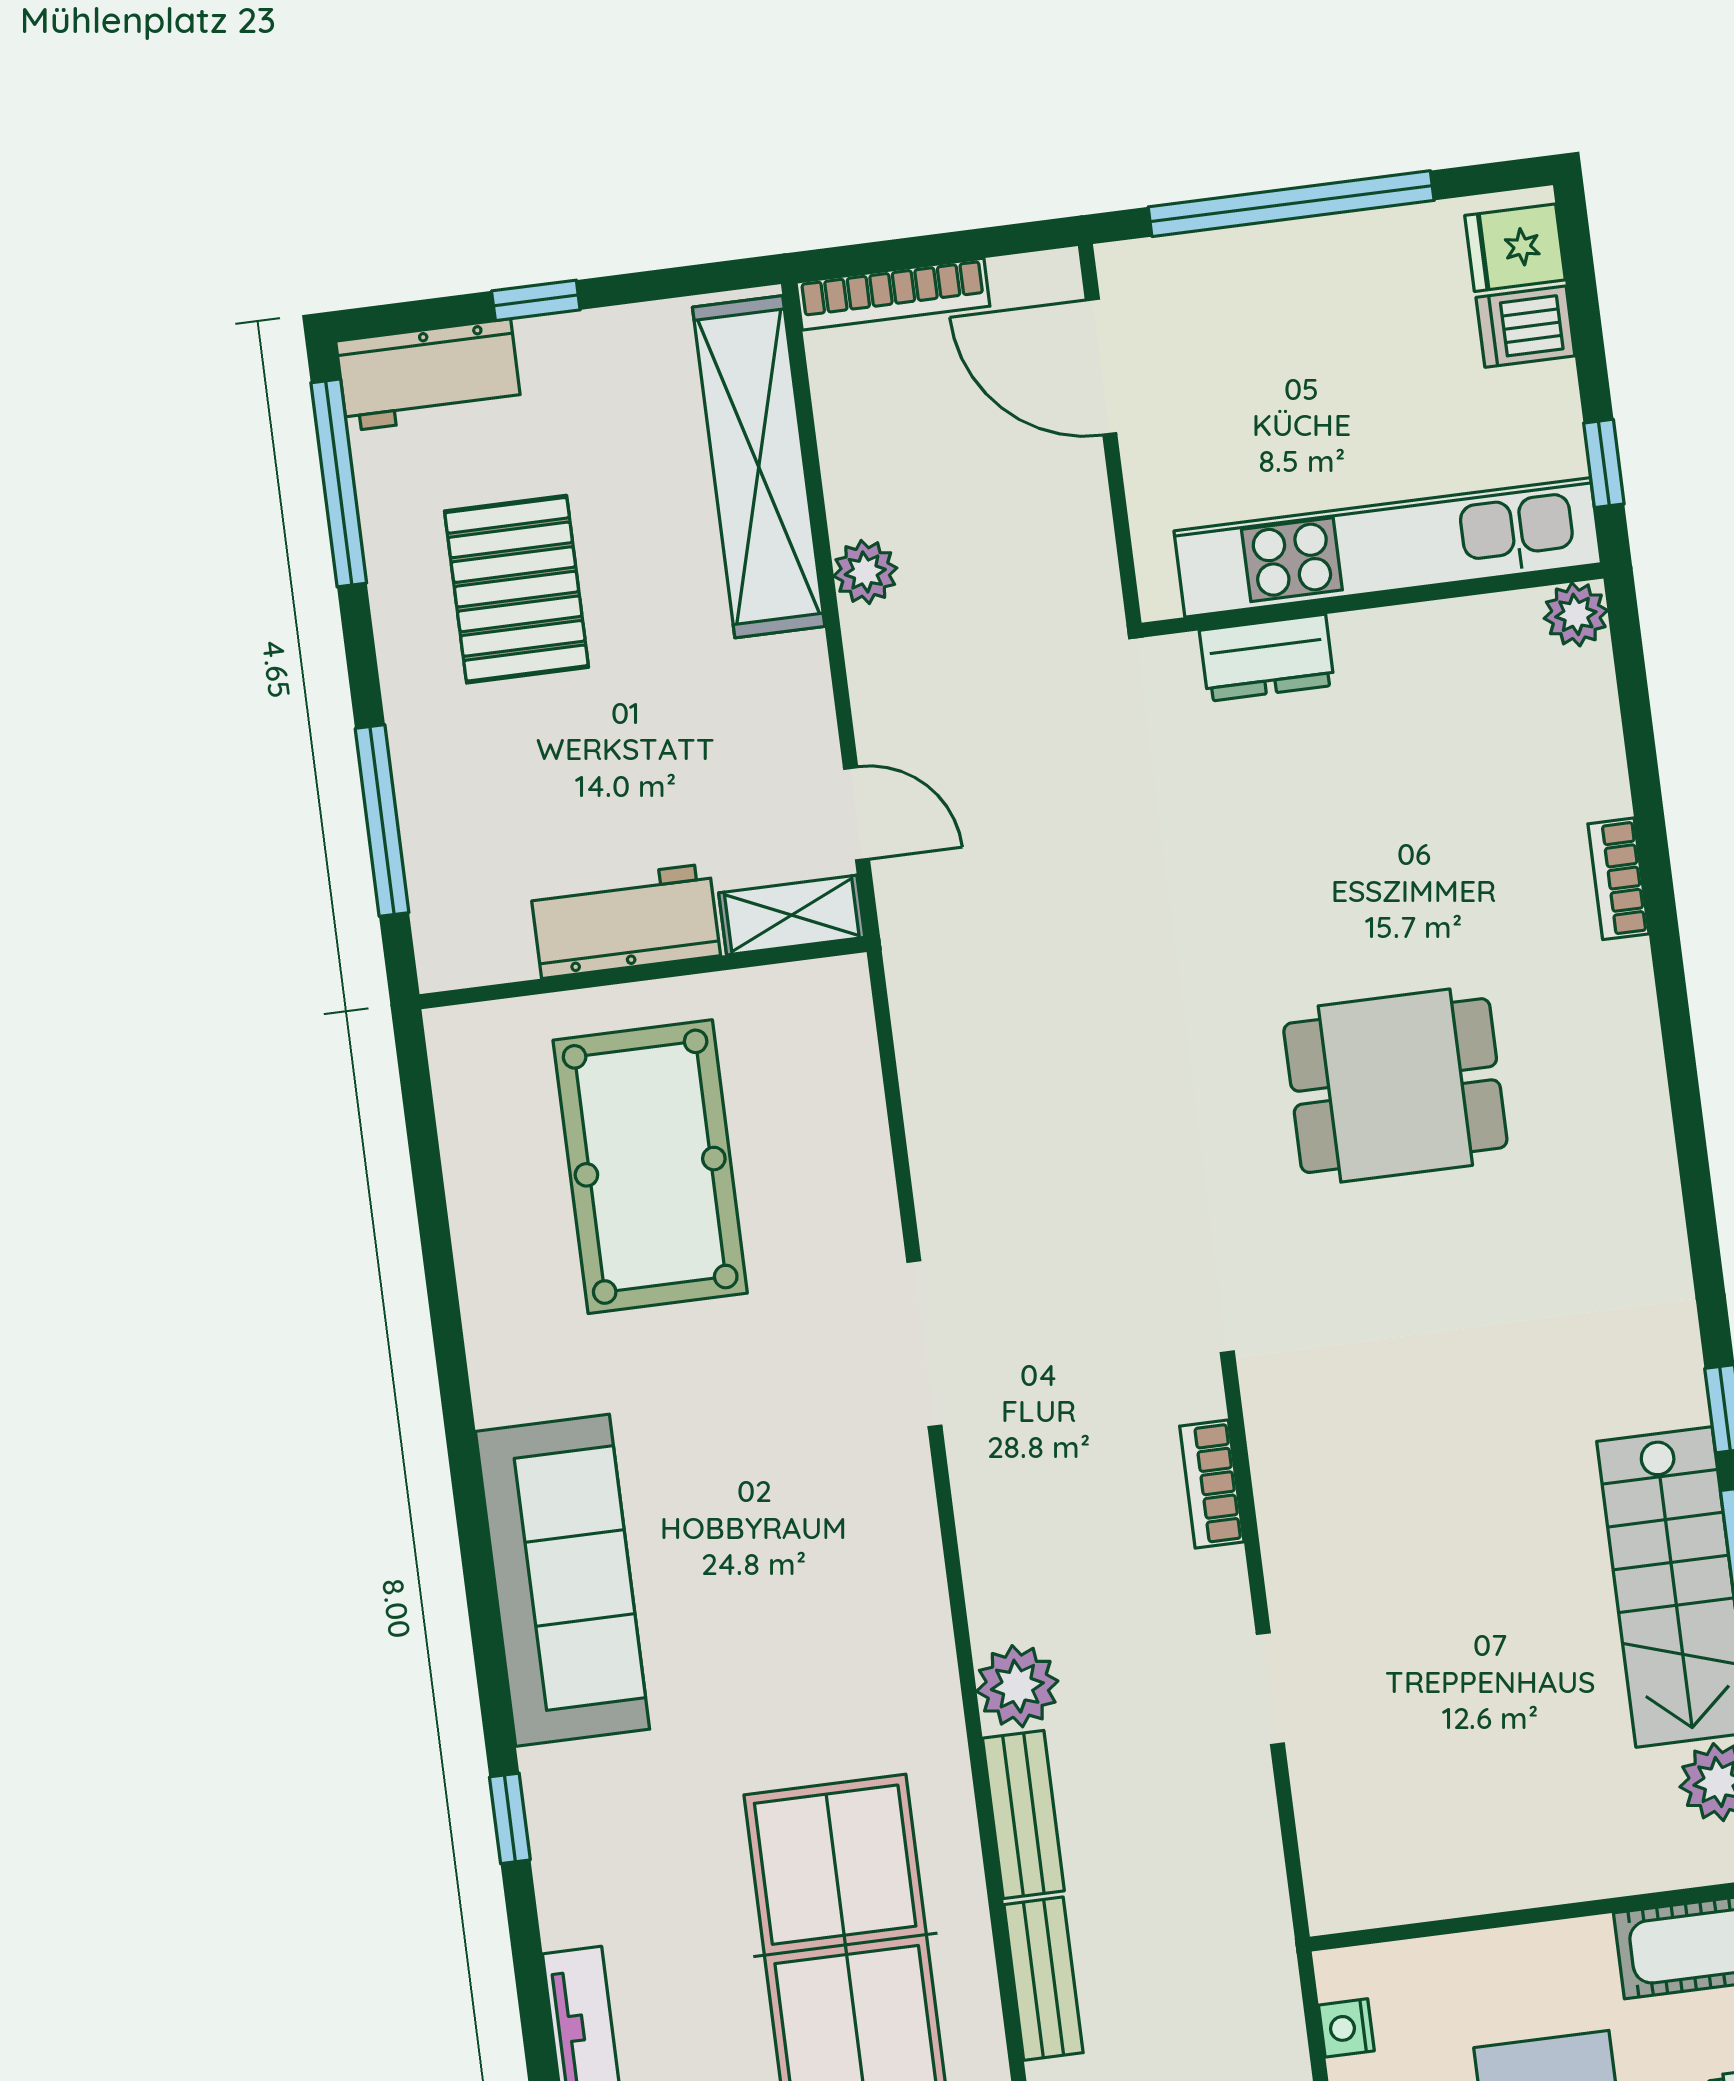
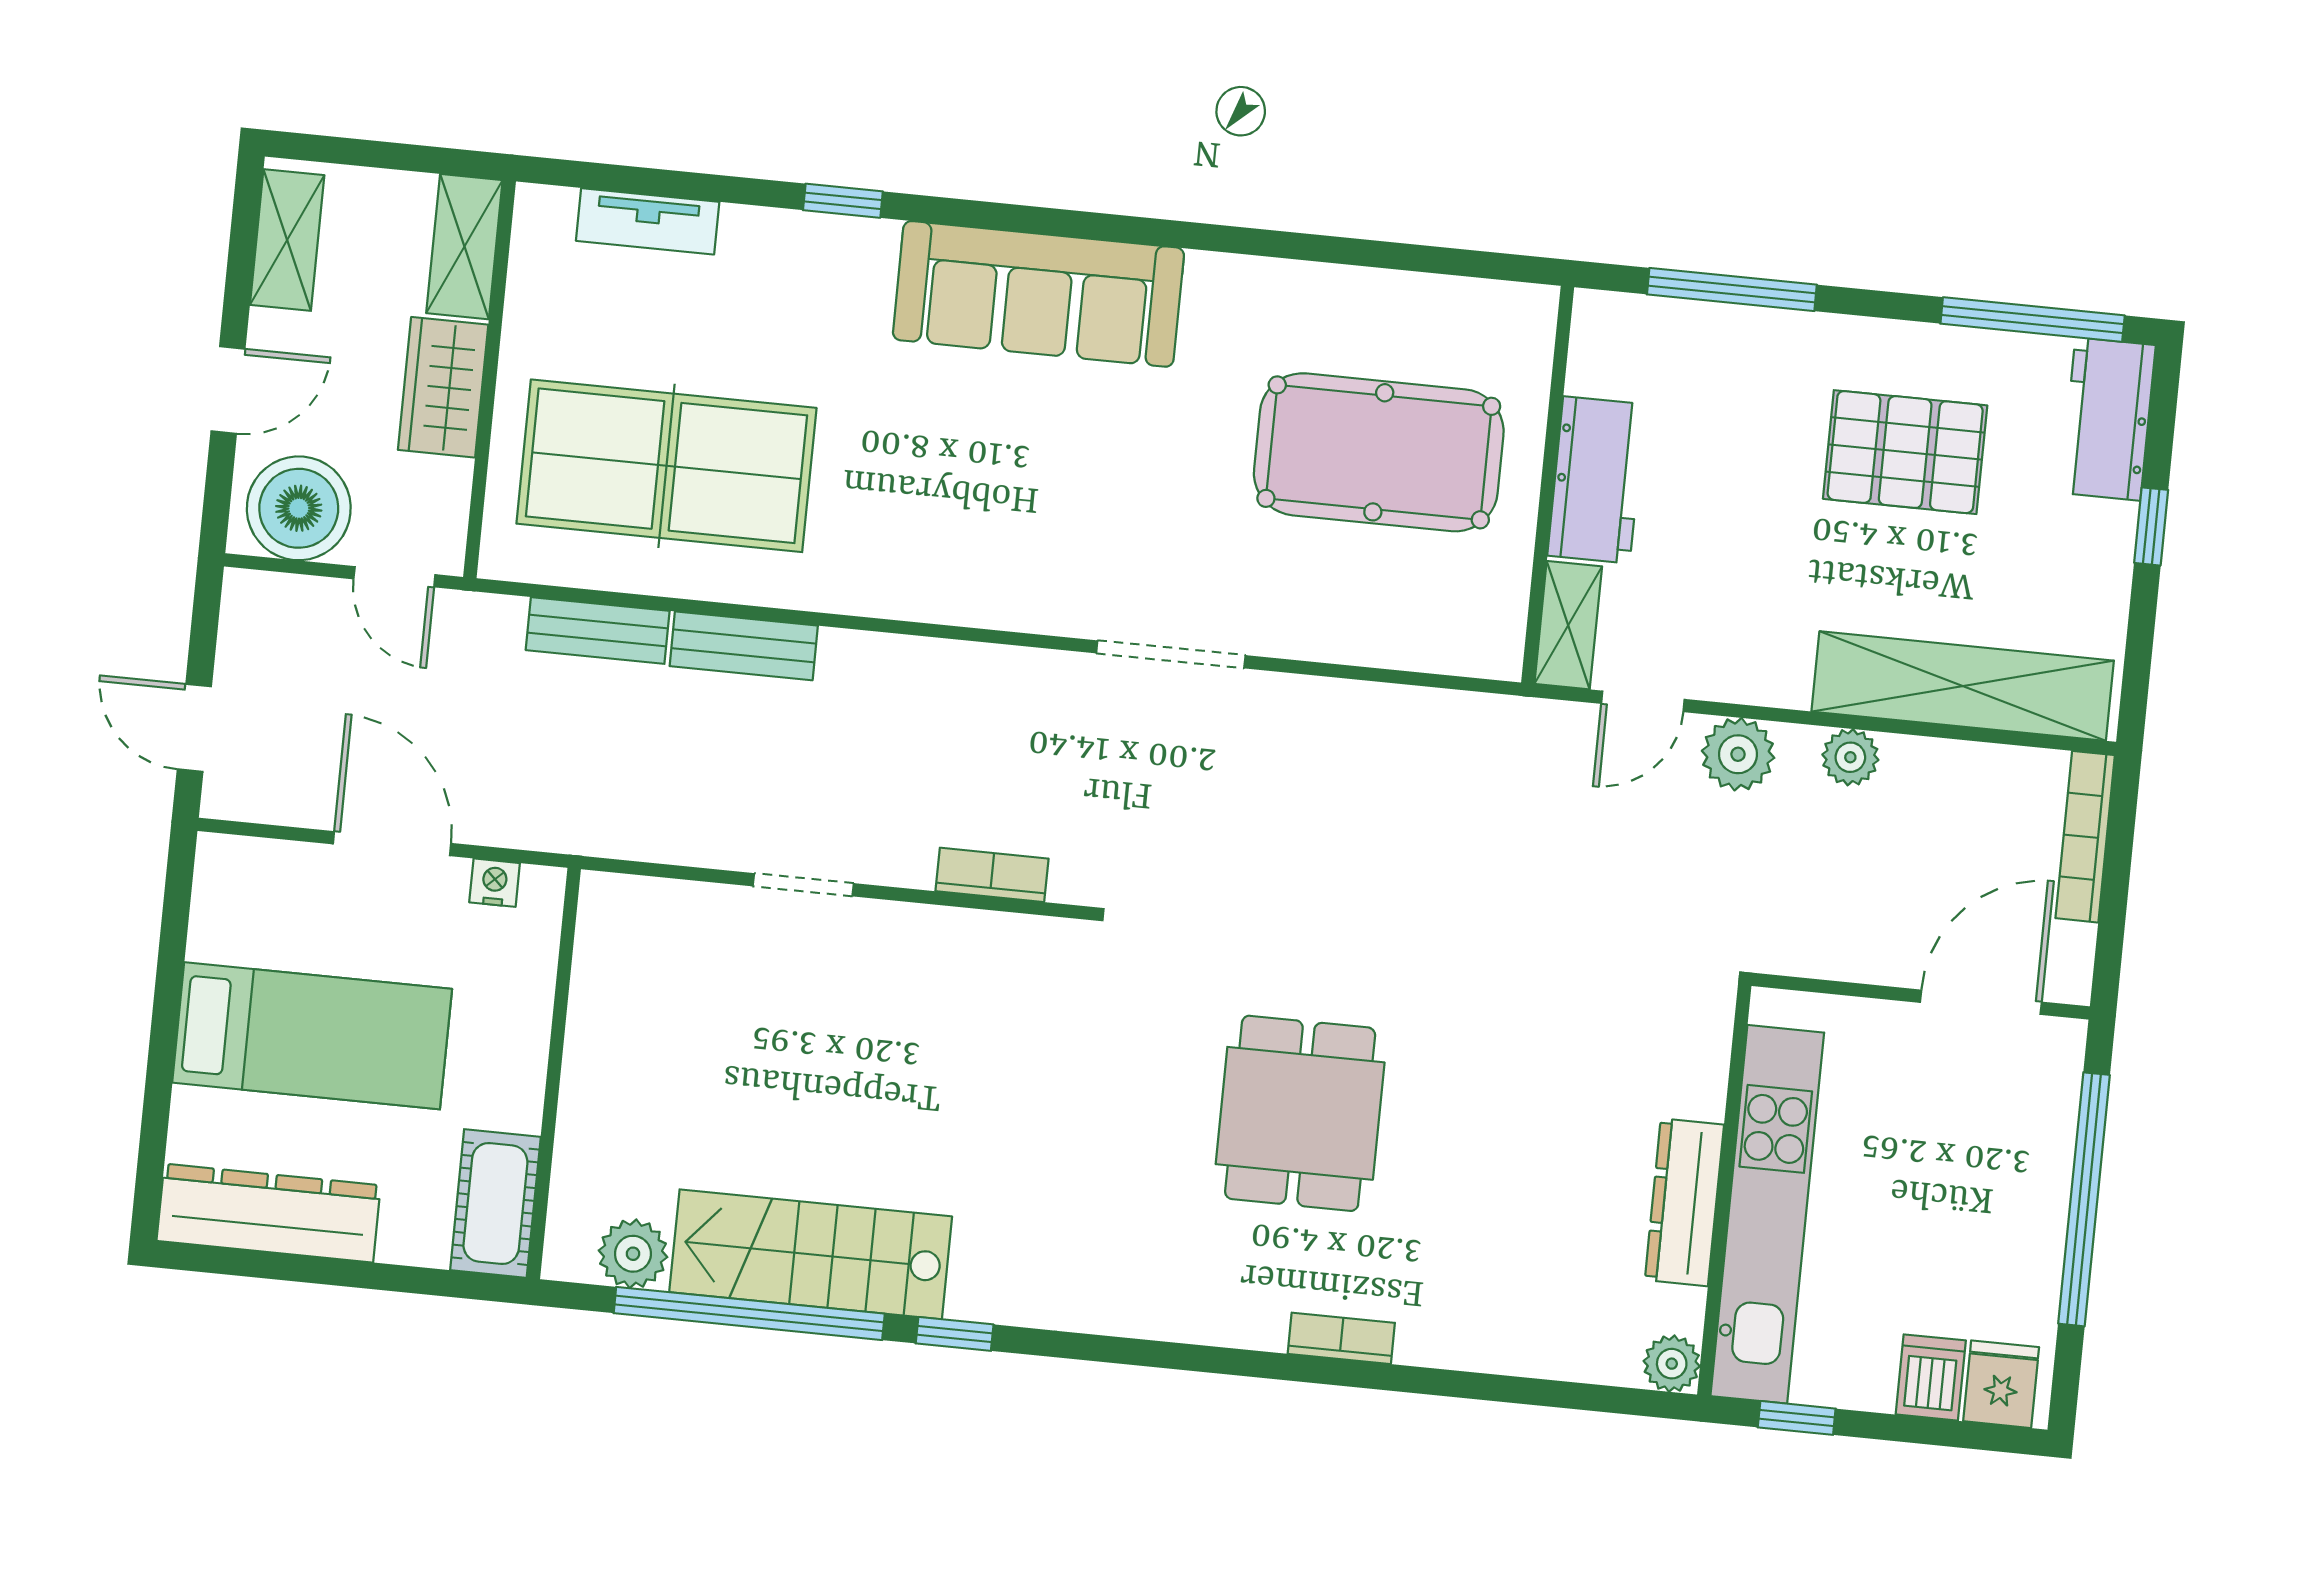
dresser: (1267, 658) -> (1684, 1202), moved, width x1.44
bookcase: (1618, 879) -> (1341, 1338), moved
plant: (1017, 1686) -> (1738, 754), moved

